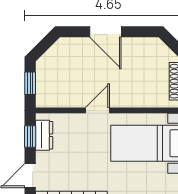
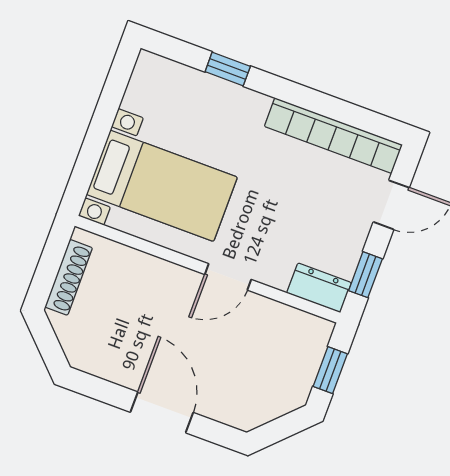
dresser: (44, 135) -> (319, 288), moved, turned 90

